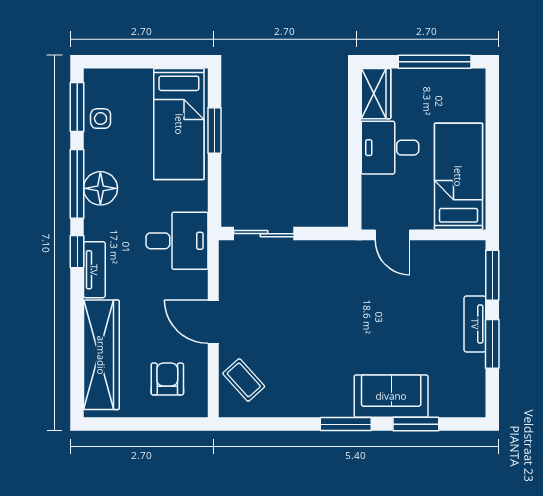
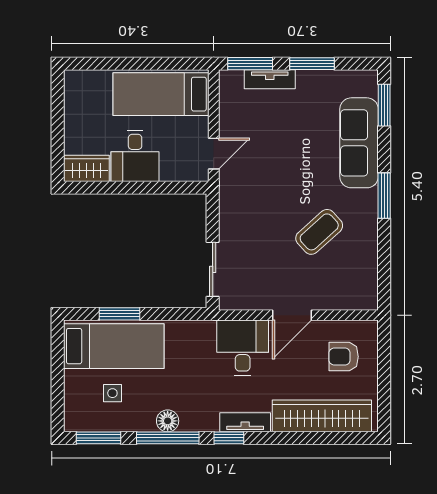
window: (435, 62) -> (58, 116), removed
side table: (101, 119) -> (112, 393), moved
floor lamp: (100, 188) -> (168, 421), width x0.73, depth x0.73
desk: (177, 241) -> (243, 348), moved
tv unit: (475, 324) -> (270, 79), moved
coffee table: (244, 380) -> (319, 232), moved, width x1.36, depth x1.30
sofa: (391, 396) -> (359, 143), width x1.36
window: (416, 424) -> (384, 105), moved

